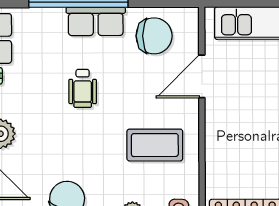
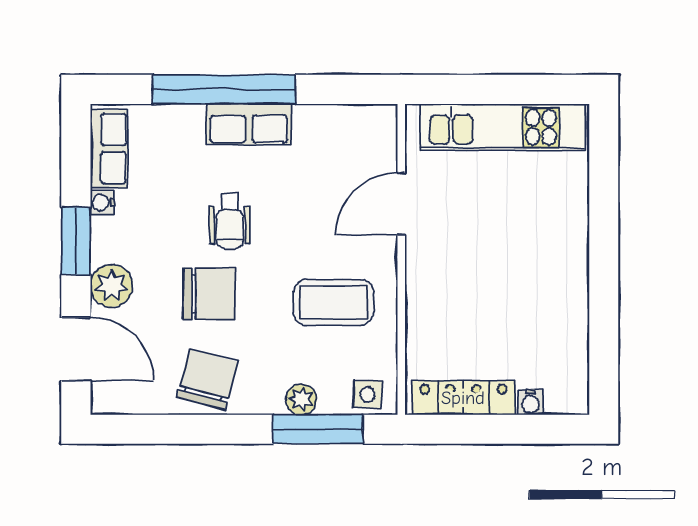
chair: (154, 36) -> (209, 294), moved

